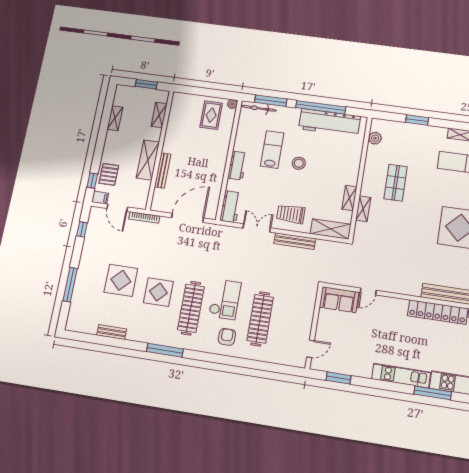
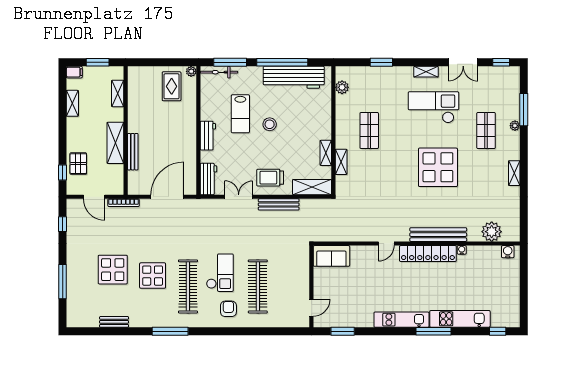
lab bench: (272, 150) -> (240, 114), turned 180
filing cabinet: (100, 198) -> (74, 72), moved
door: (368, 291) -> (386, 244), moved

